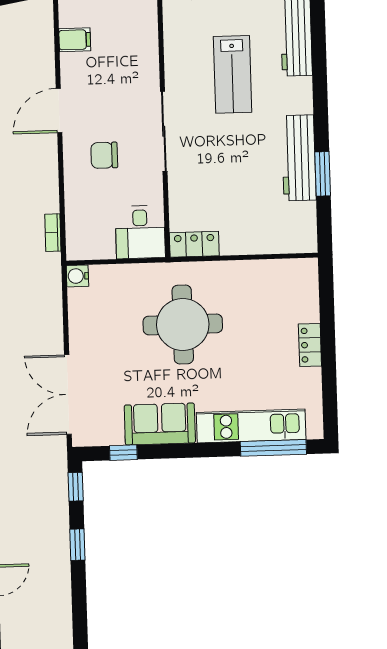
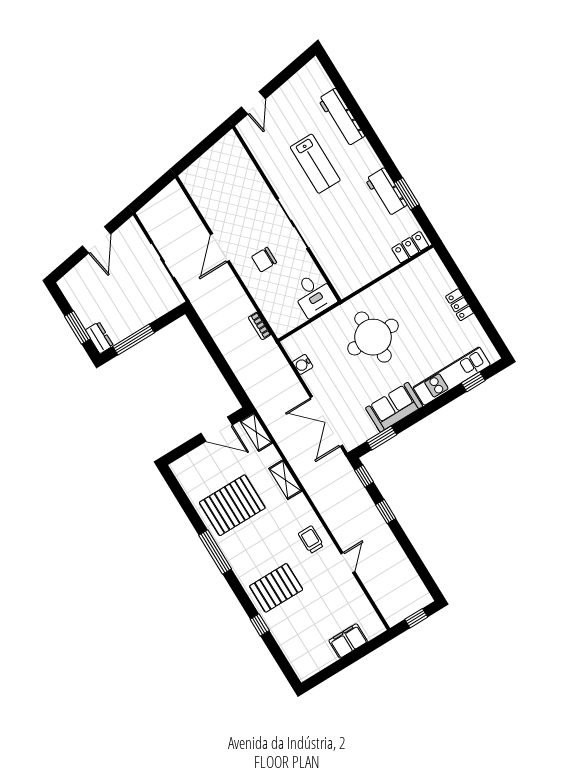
filing cabinet: (75, 40) -> (205, 198), removed
workbench: (299, 158) -> (386, 192), width x0.73
locker: (194, 244) -> (410, 247), moved
water cooler: (77, 276) -> (303, 364), moved
window: (273, 448) -> (473, 382), width x0.46
window: (123, 453) -> (382, 438), width x1.50

